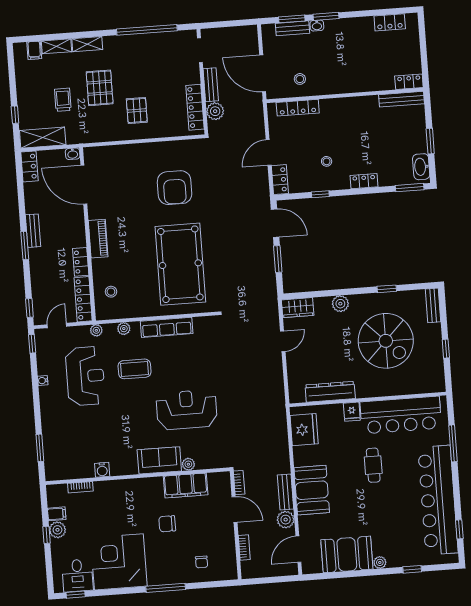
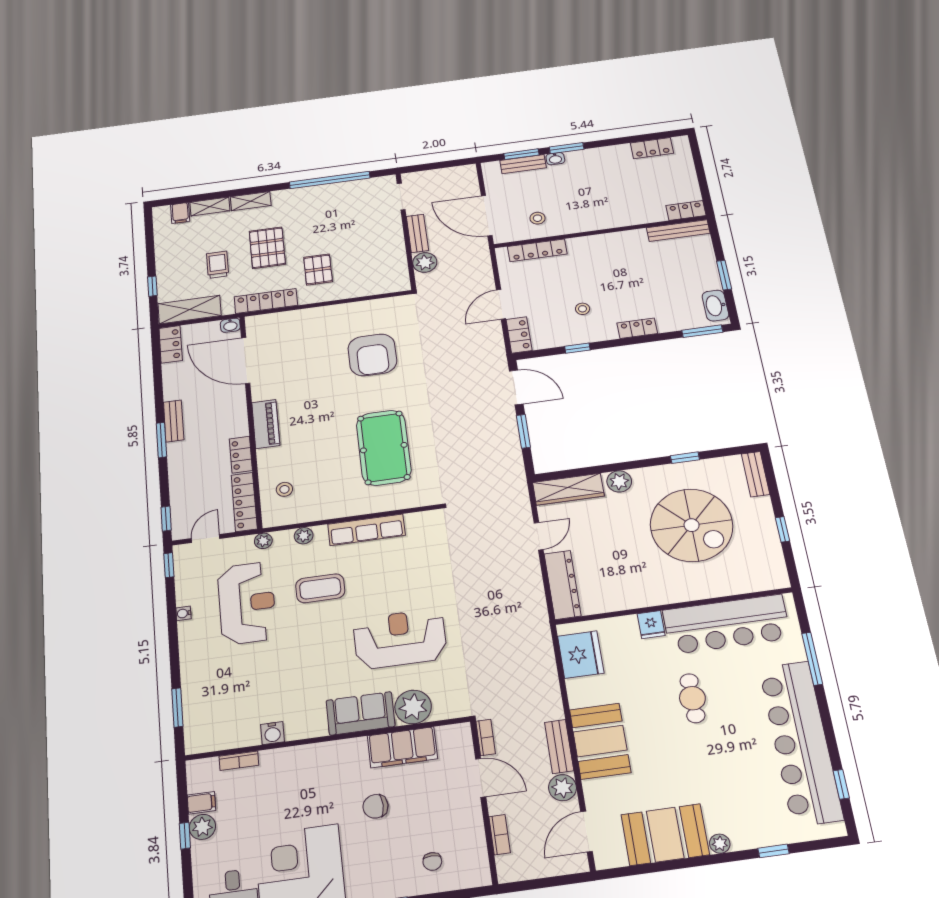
locker: (195, 107) -> (266, 301), moved, turned 90
pool table: (180, 264) -> (384, 448), width x0.73, depth x0.76
wardrobe: (298, 308) -> (568, 489), width x1.50
dresser: (330, 392) -> (563, 585), moved, turned 90
plant: (188, 464) -> (413, 707), width x1.87, depth x1.87

